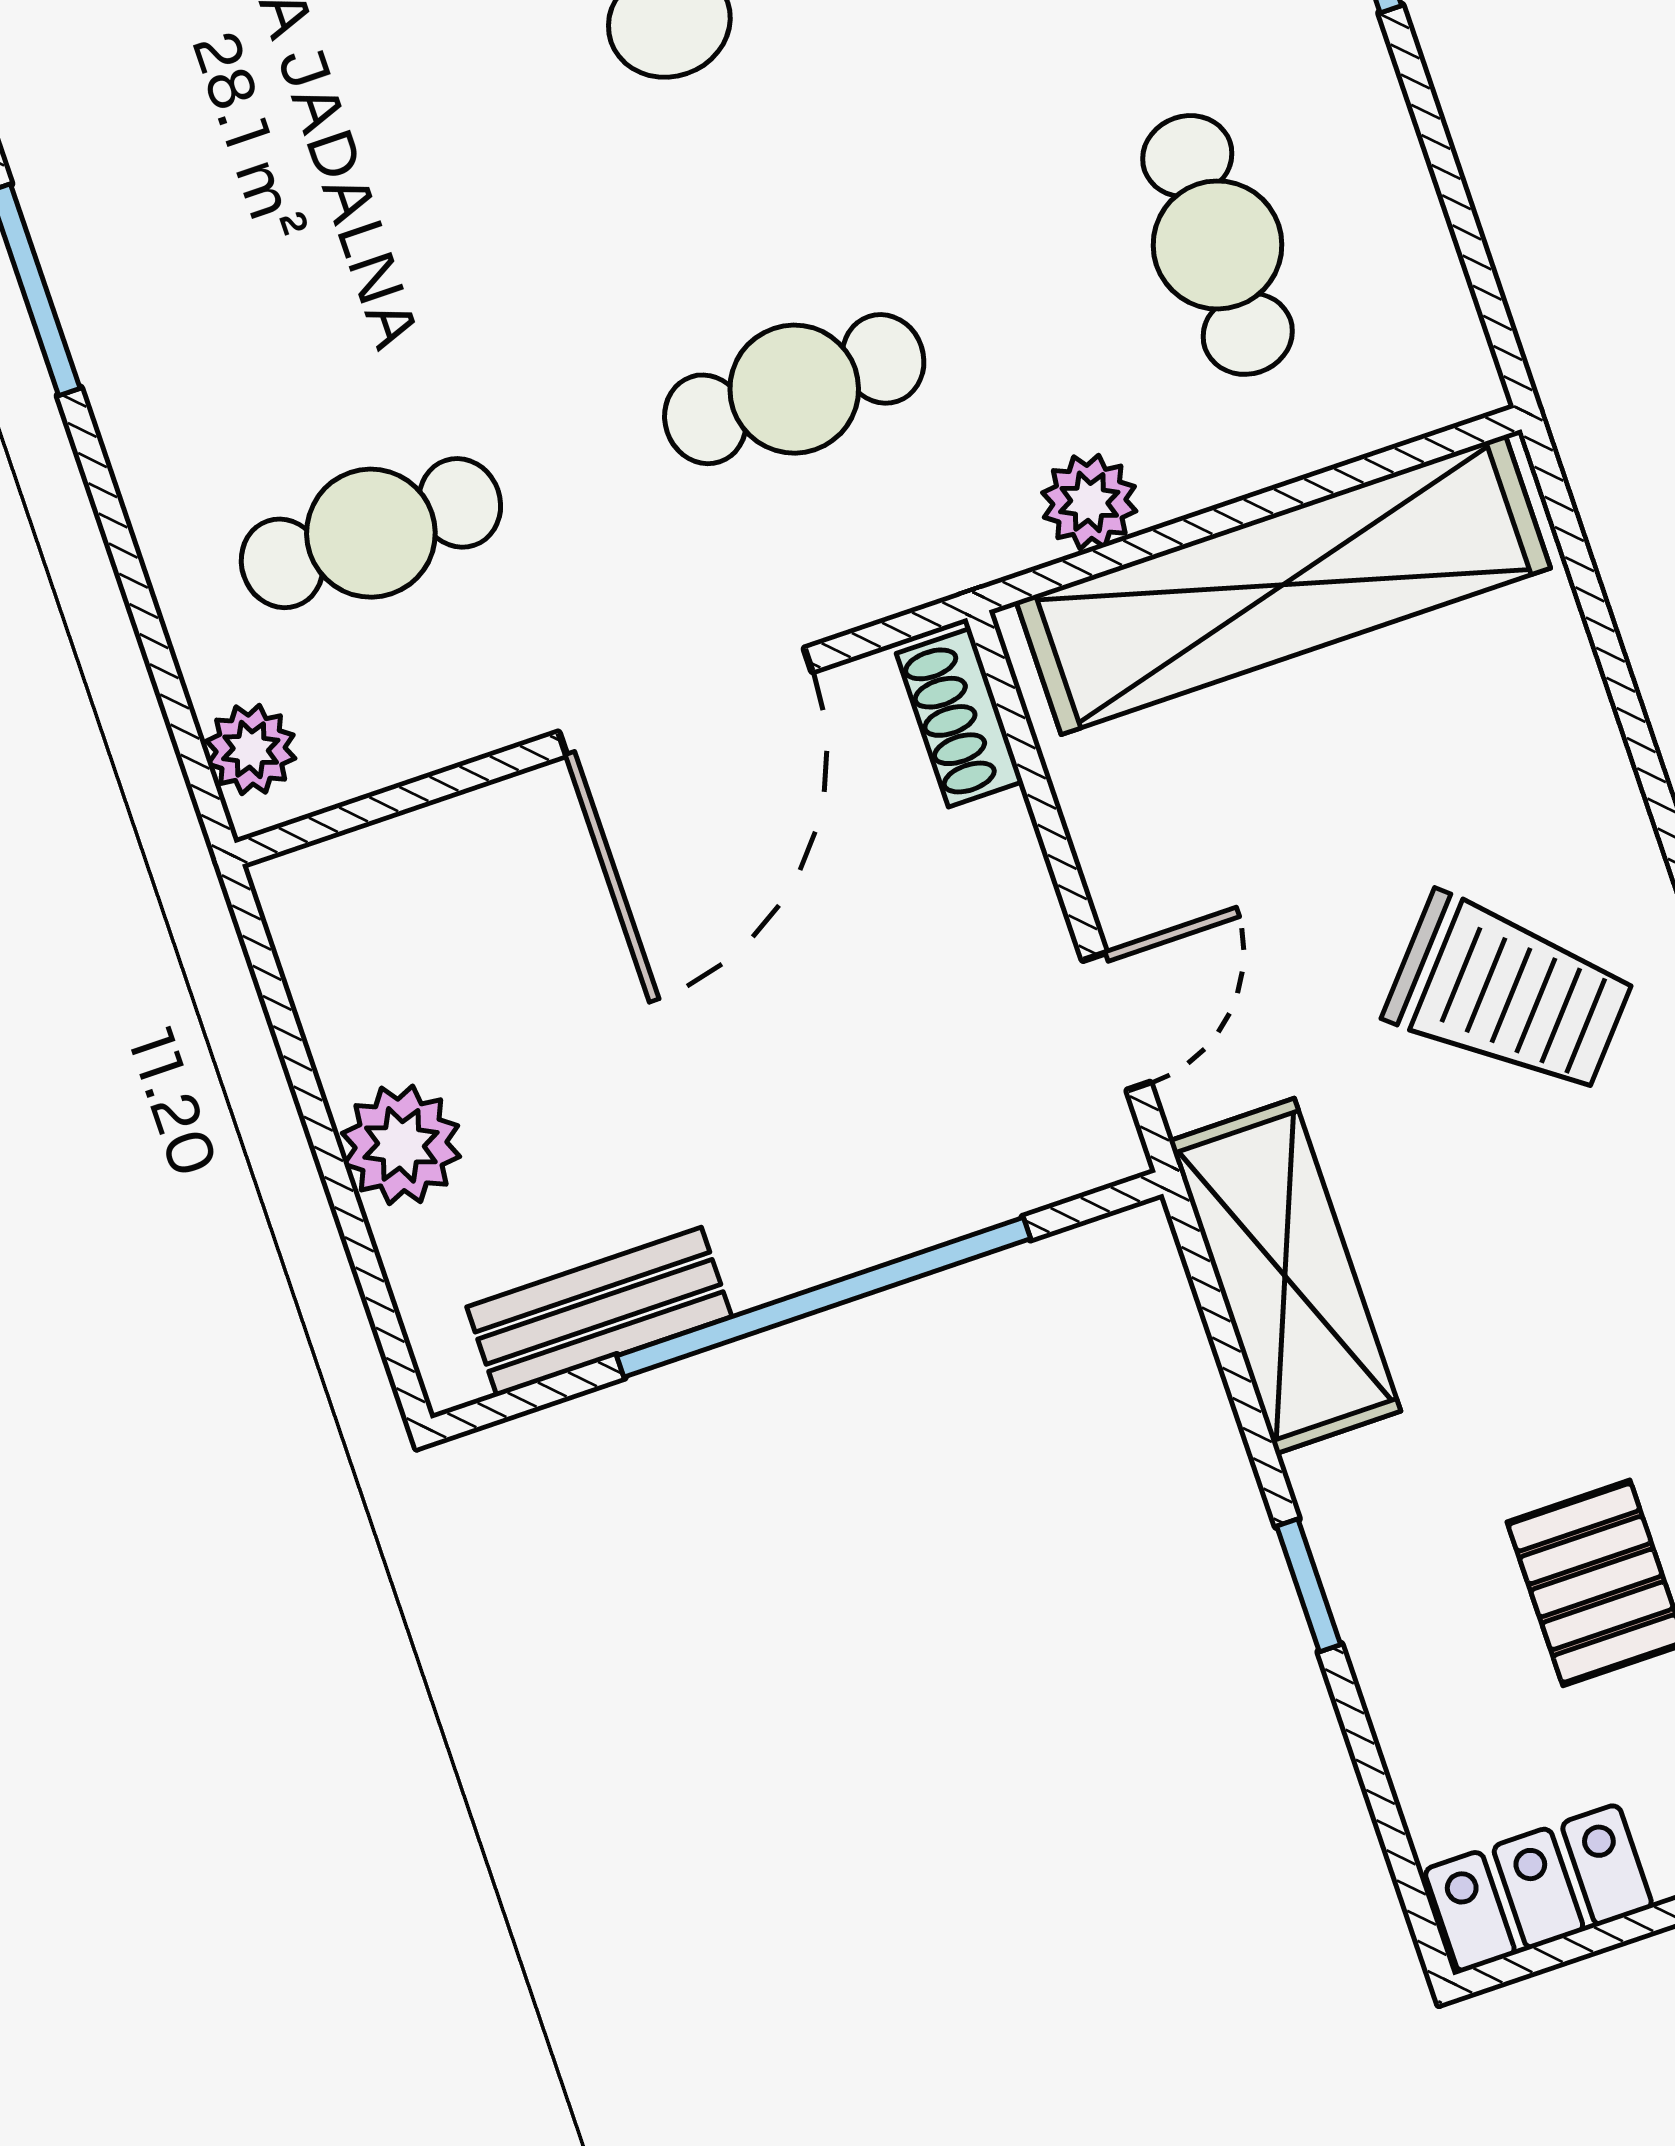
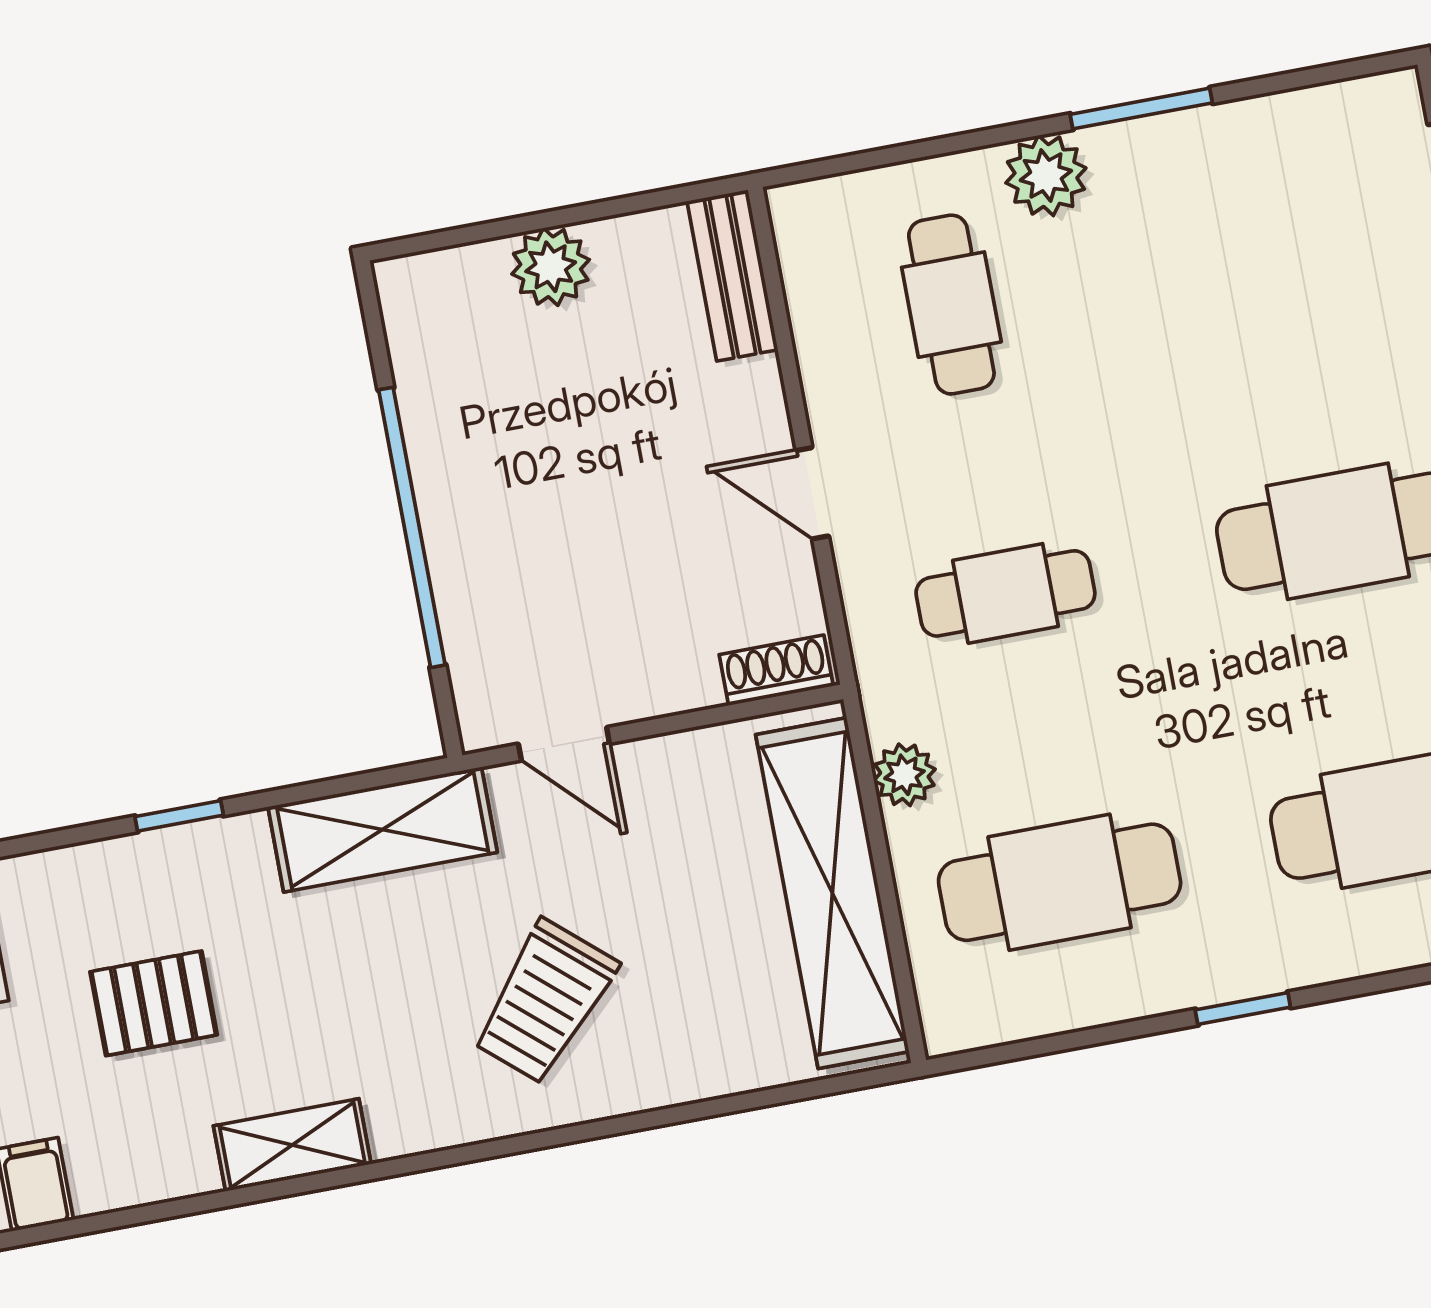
cafe table: (1218, 245) -> (1060, 882), width x1.37, depth x1.35
cafe table: (794, 389) -> (1005, 593), turned 90
door: (685, 702) -> (812, 493), width x0.53
plant: (251, 750) -> (1046, 175), moved, width x1.38, depth x1.38
bench: (599, 1312) -> (732, 275), moved

